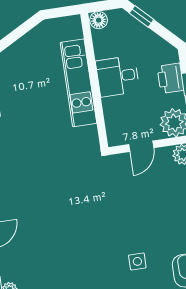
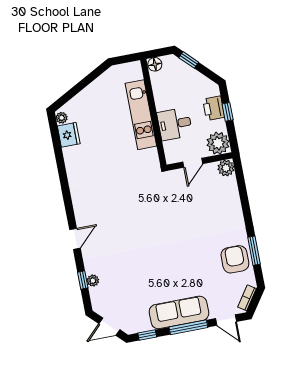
desk: (118, 76) -> (175, 124), moved
side table: (137, 261) -> (193, 254), removed

